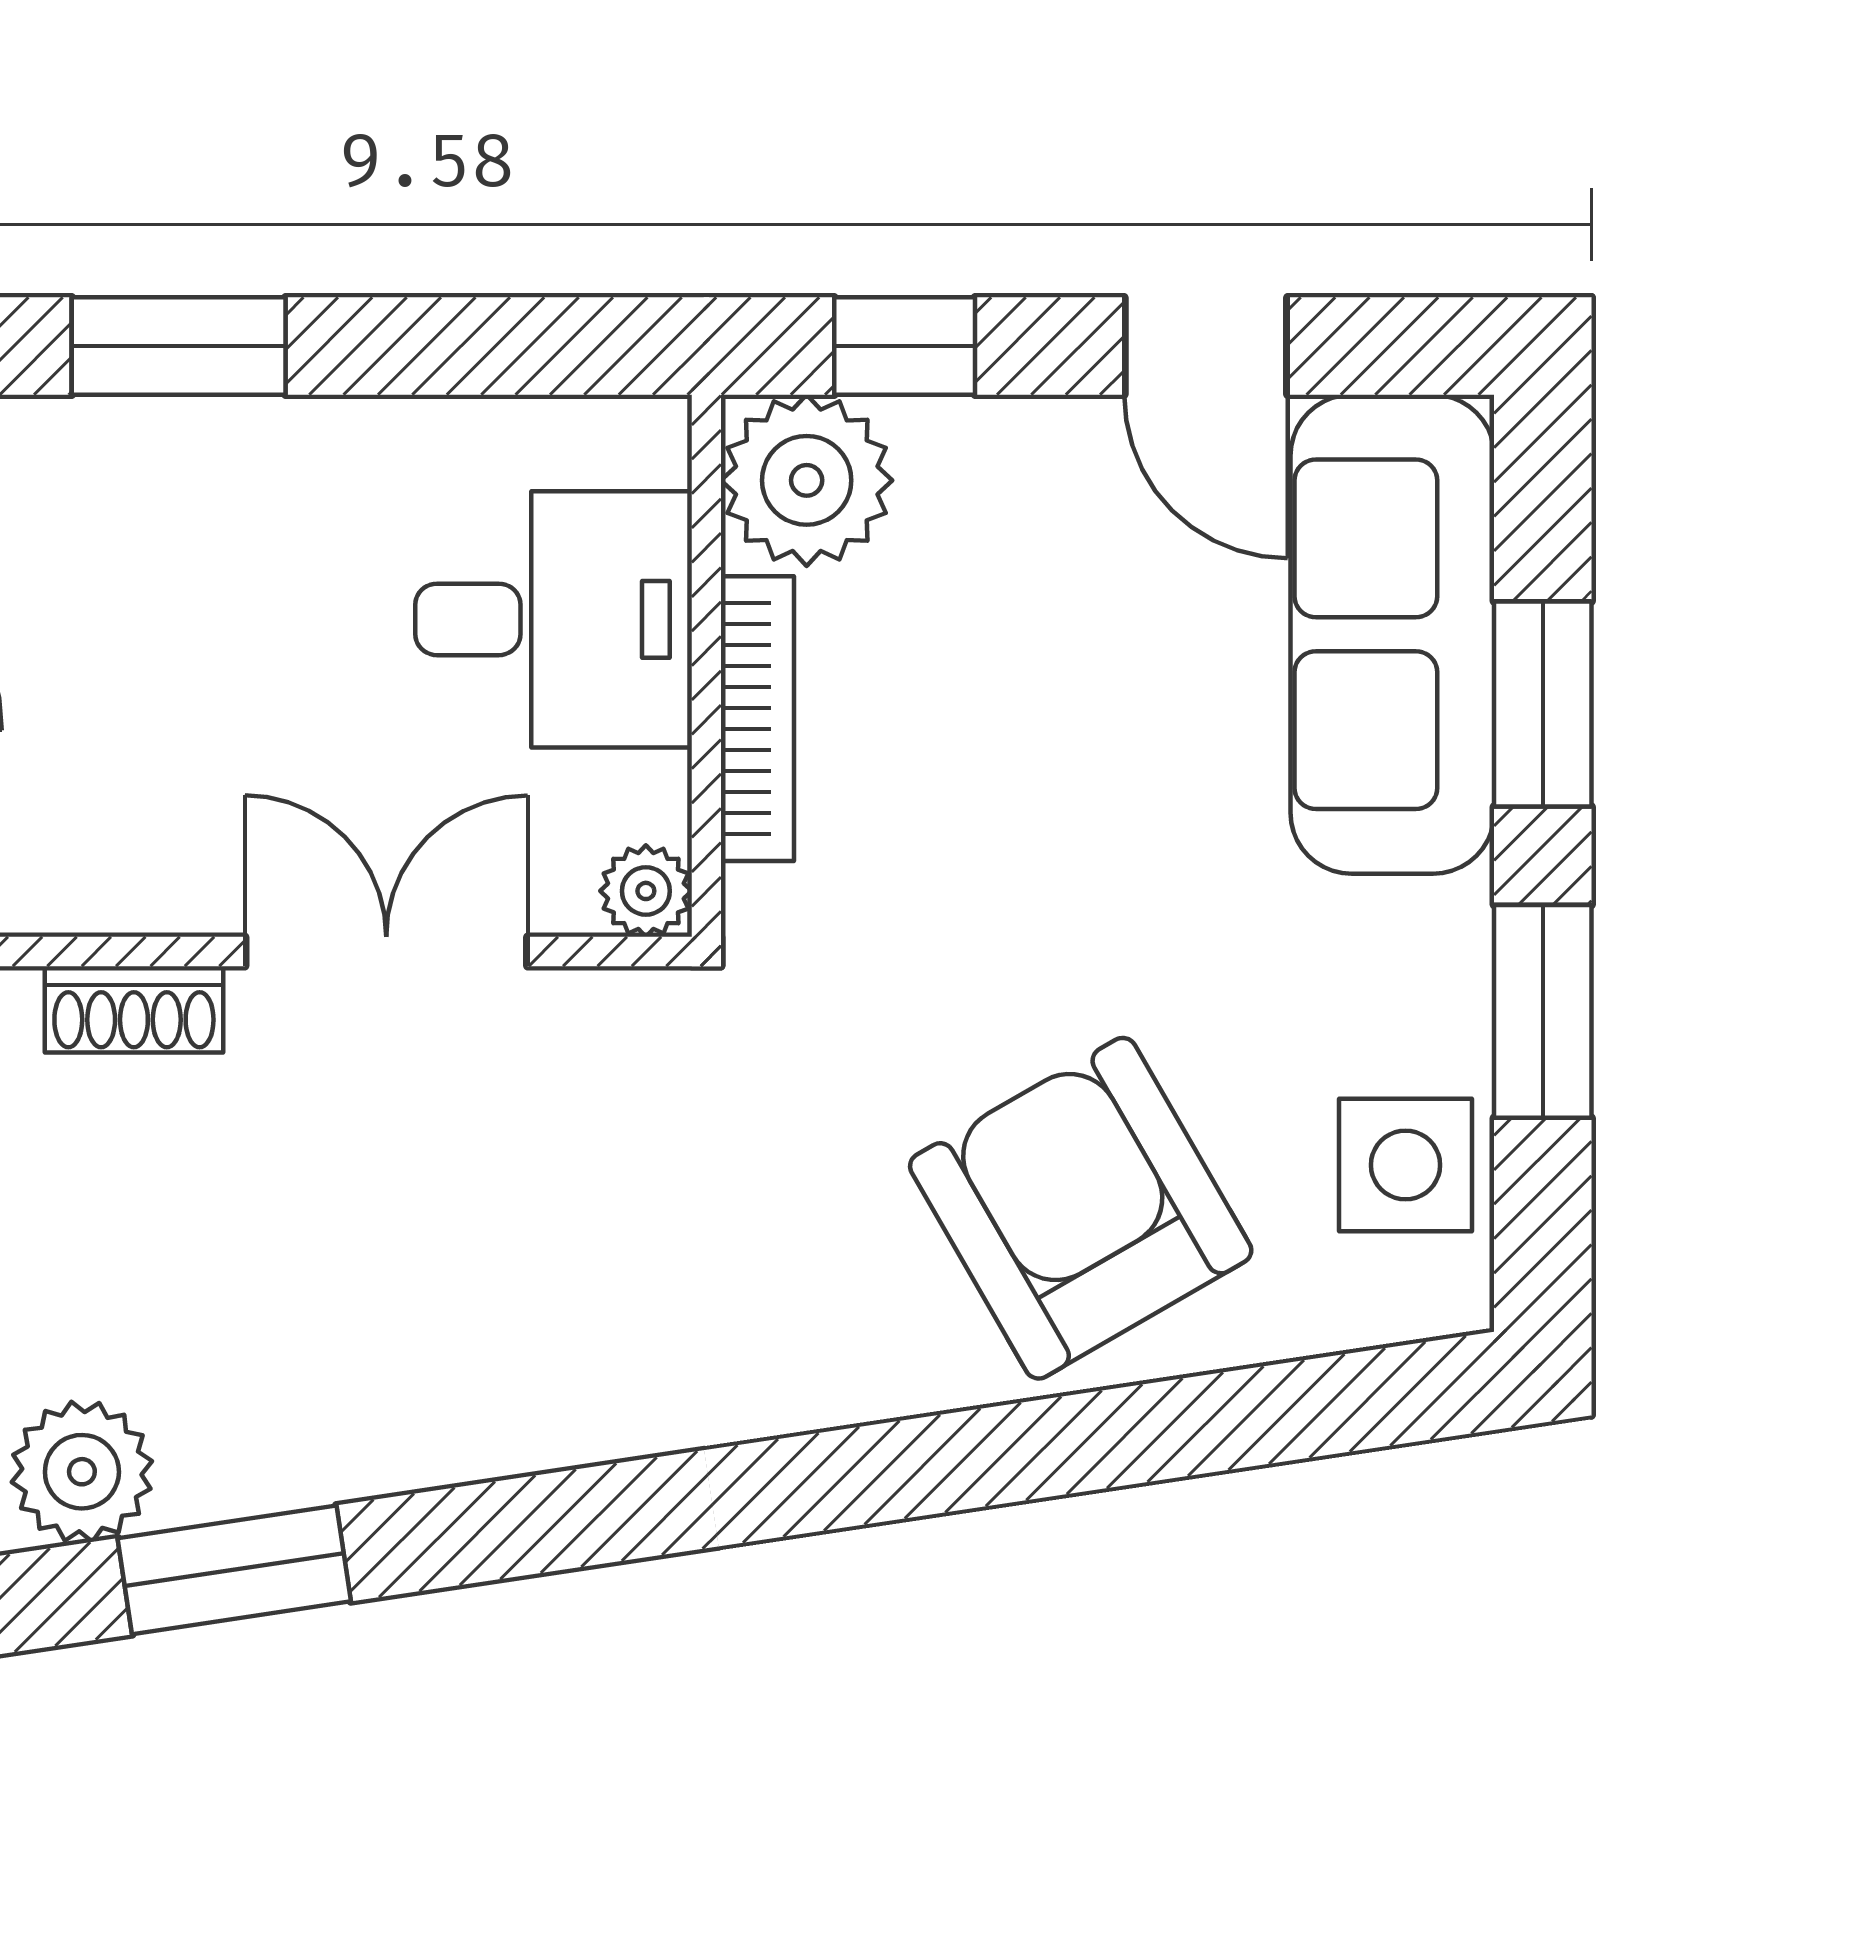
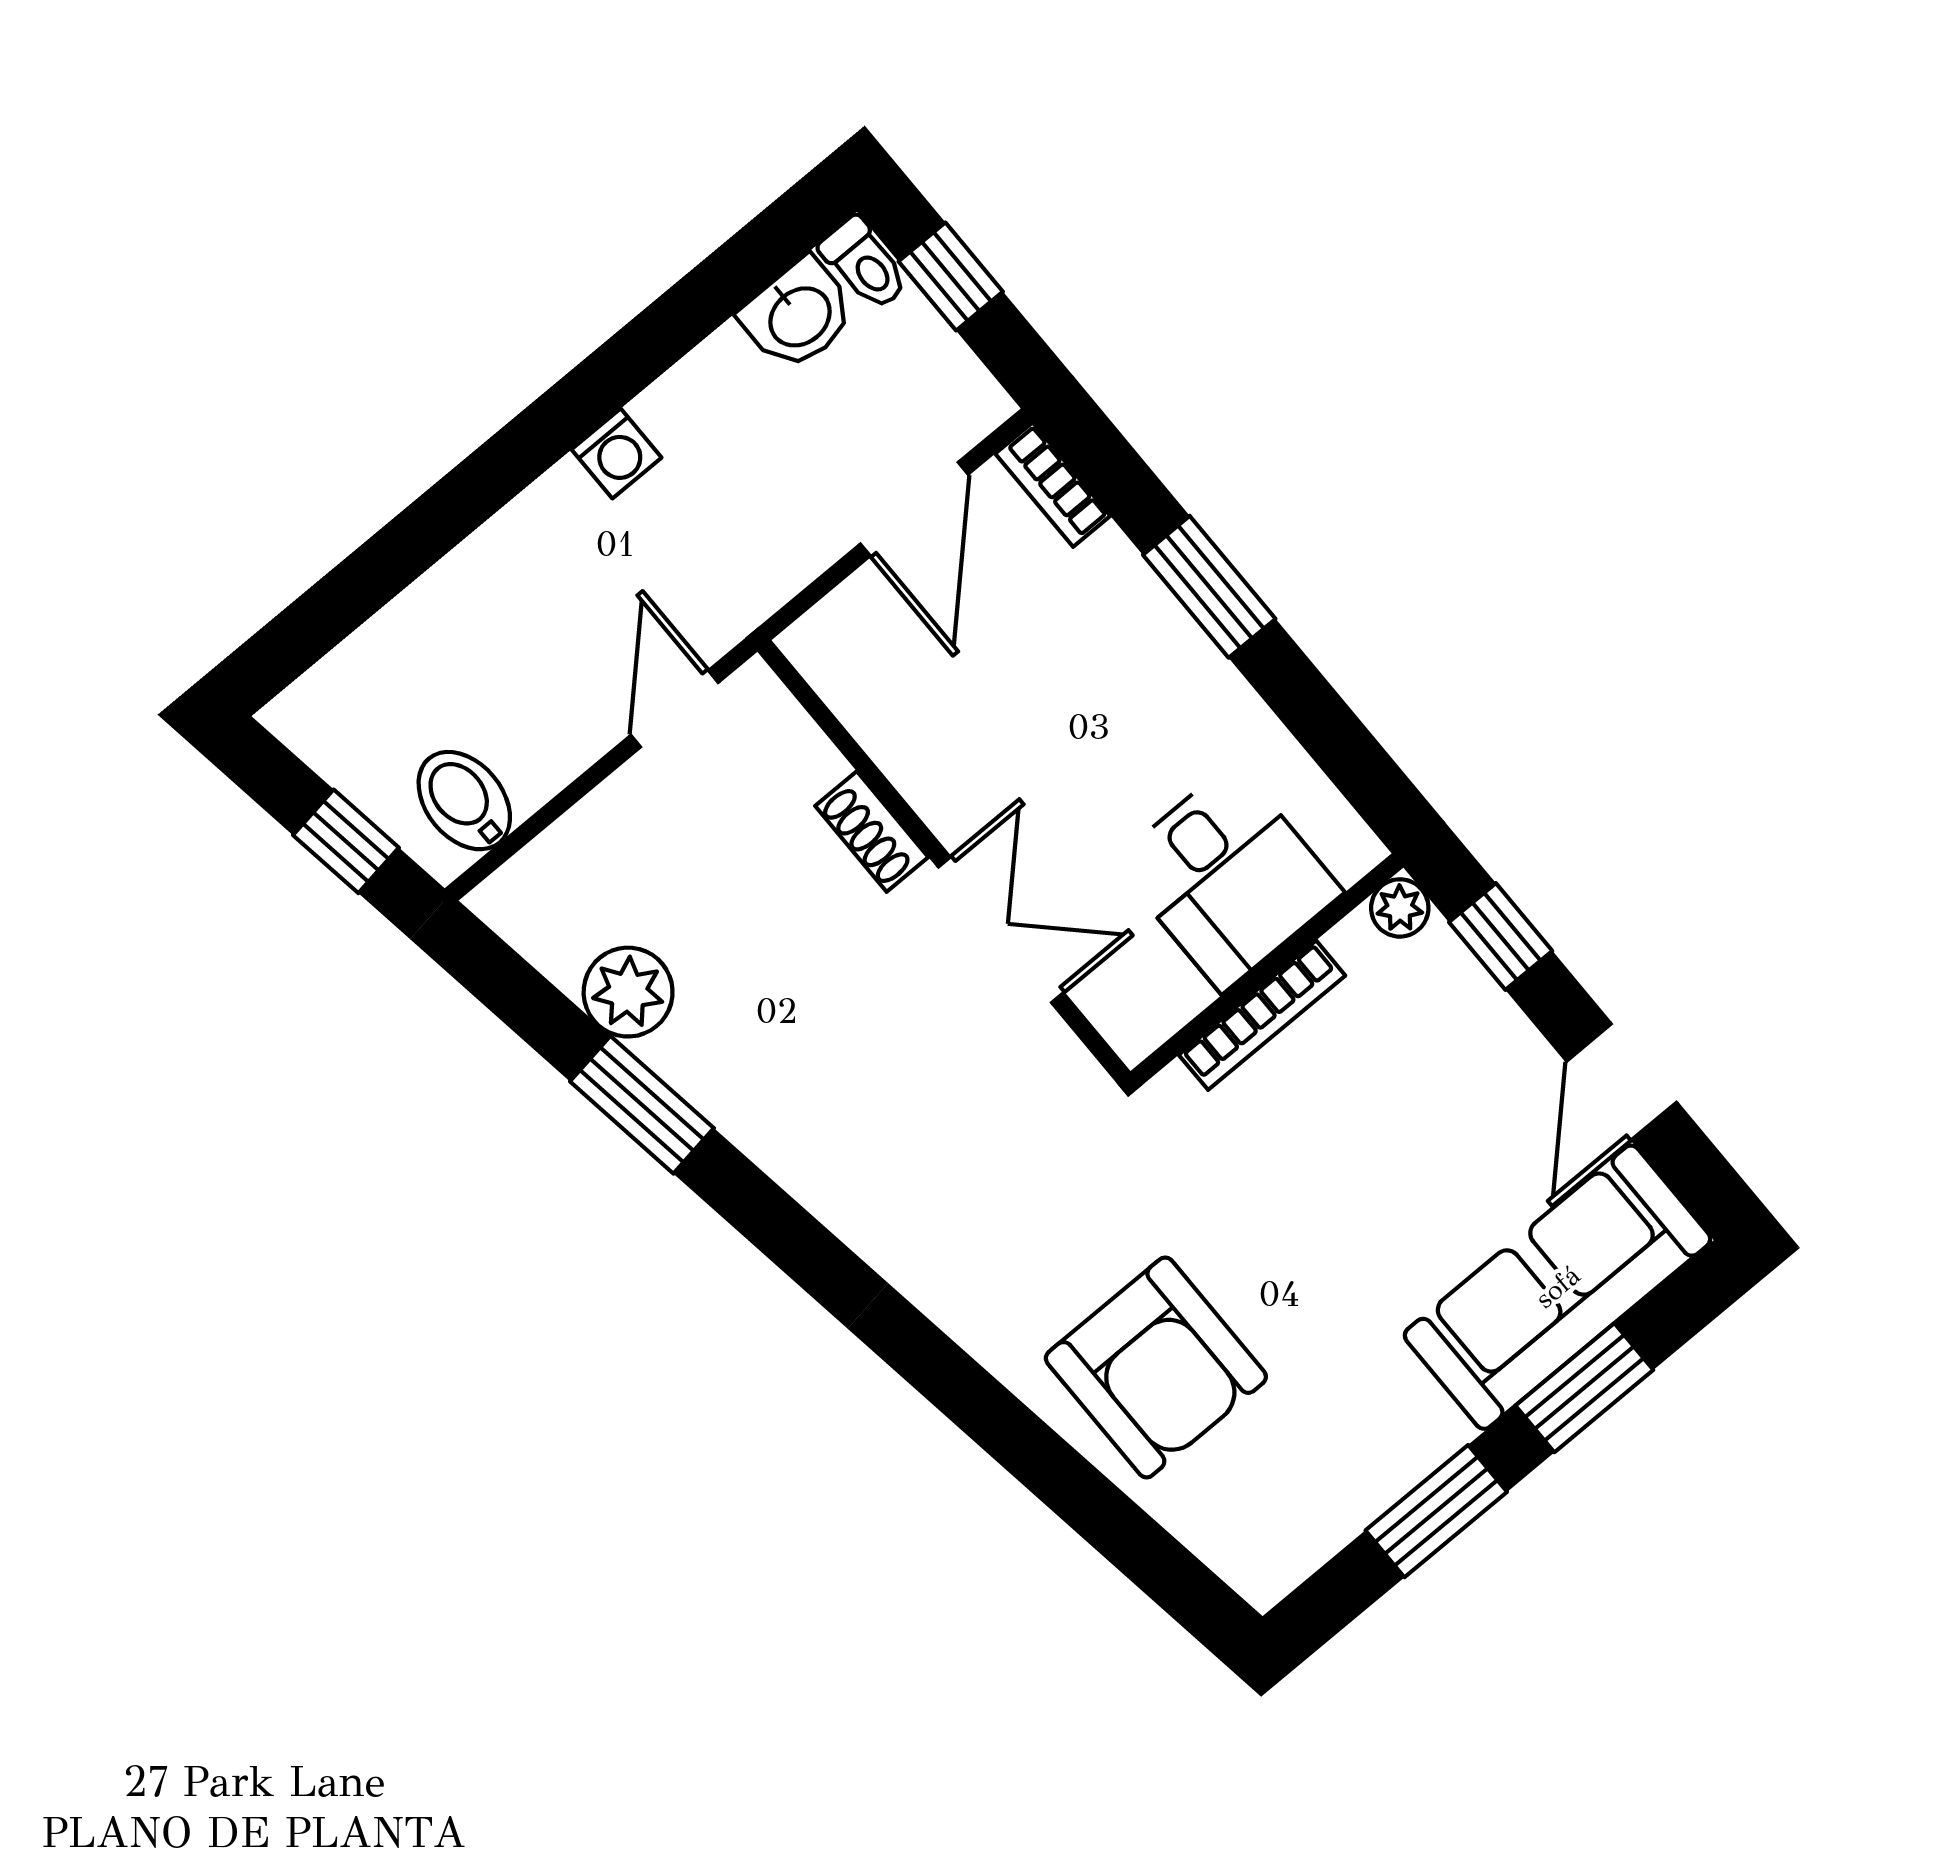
plant: (807, 480) -> (1400, 908), width x0.53, depth x0.53
plant: (646, 891) -> (1134, 1031), removed
side table: (1405, 1165) -> (1307, 1507), removed
armchair: (1081, 1208) -> (1156, 1367), turned 120

